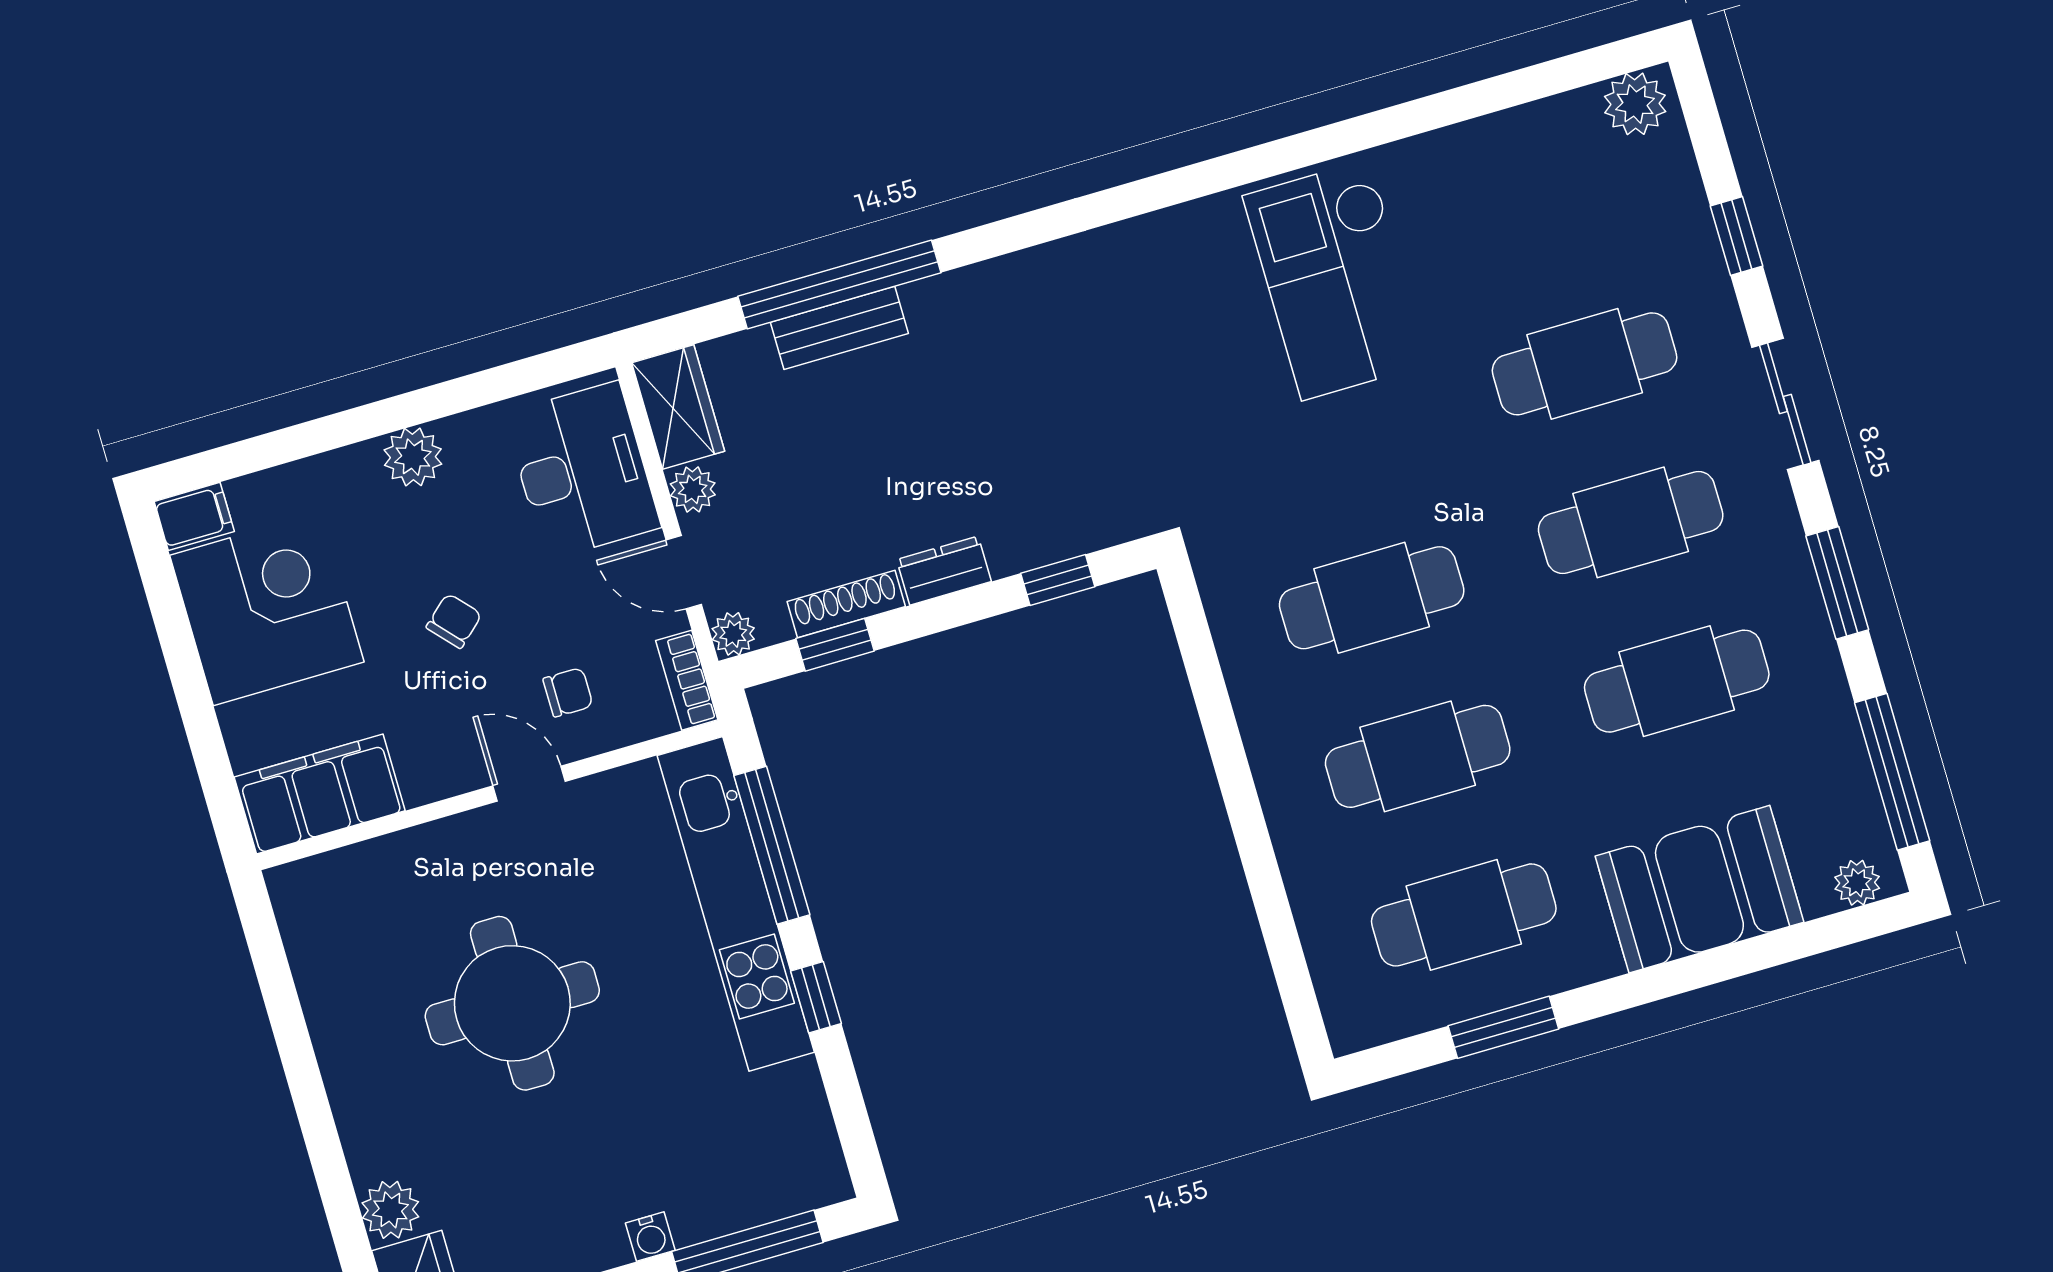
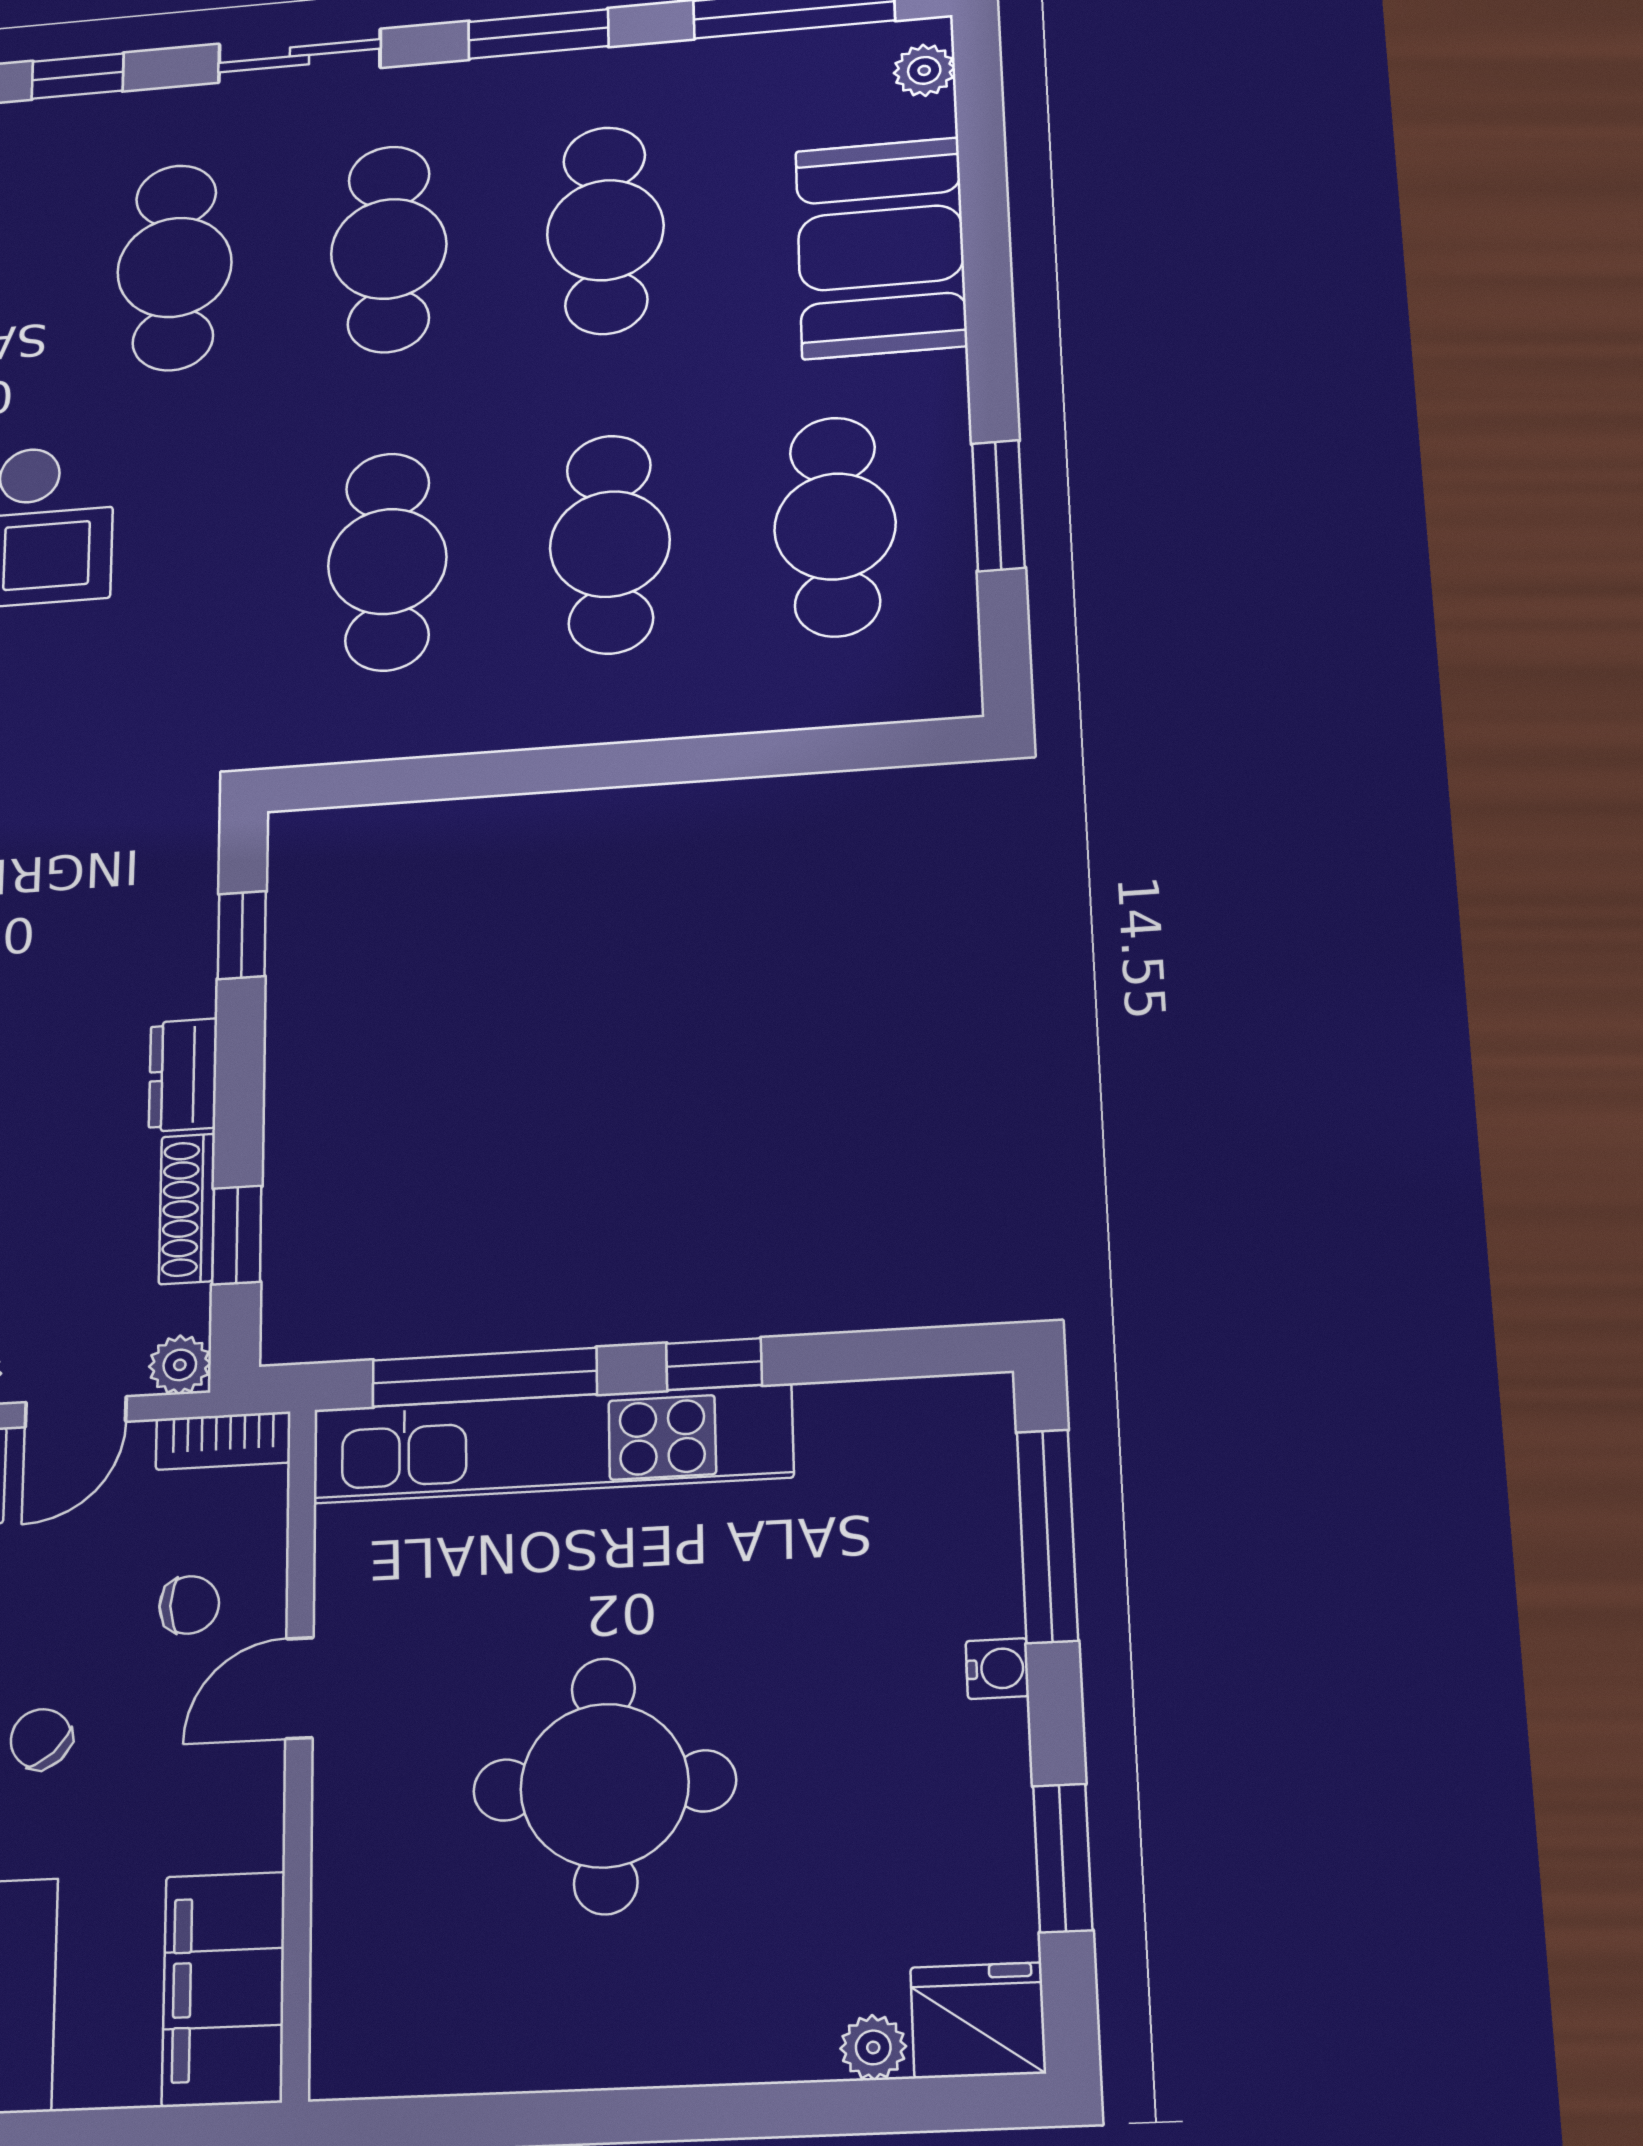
chair: (568, 692) -> (189, 1605), turned 90
plant: (390, 1210) -> (873, 2047), width x0.73, depth x0.73

